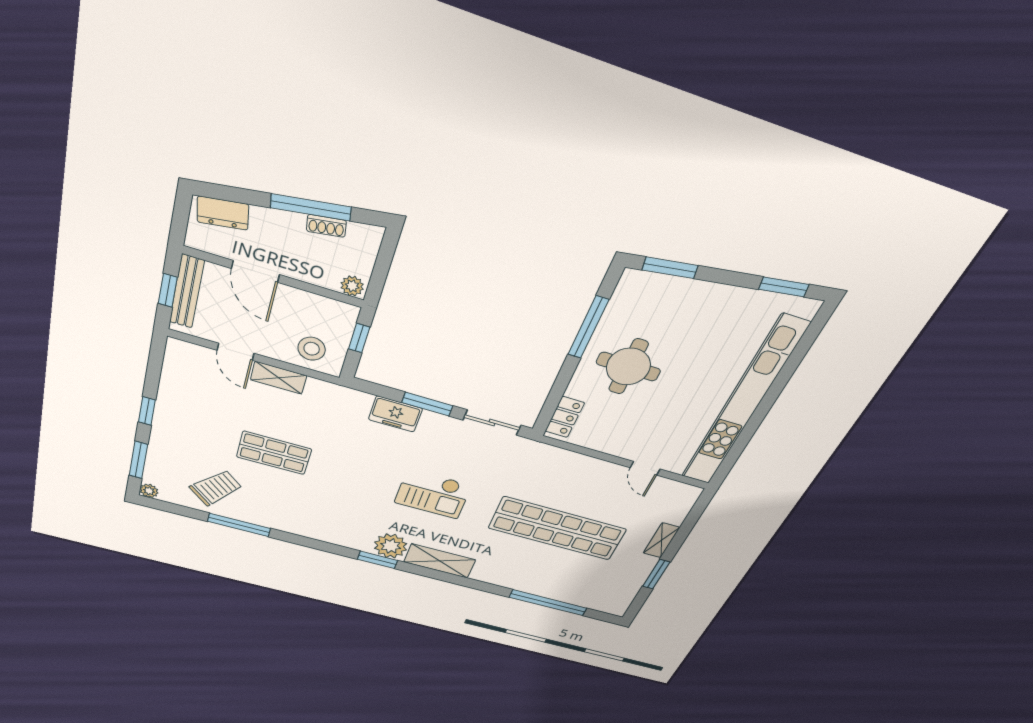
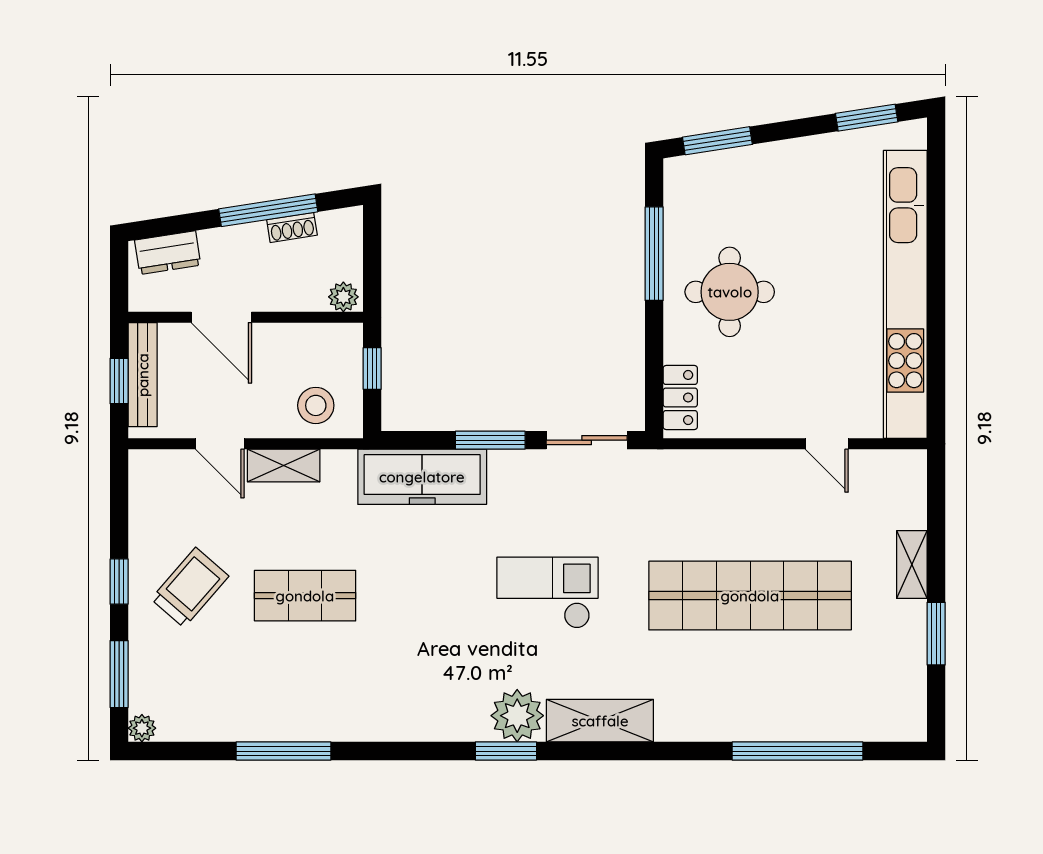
freezer: (395, 414) -> (422, 477), width x1.91, depth x1.26
trolley: (216, 488) -> (190, 588), moved
checkout: (433, 494) -> (548, 593), turned 180

